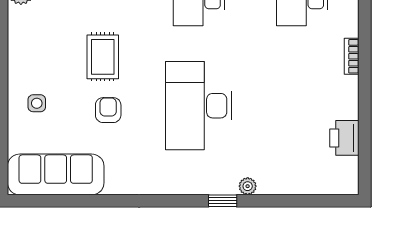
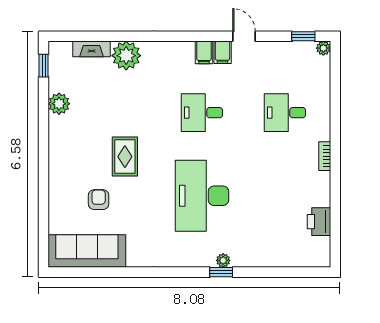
side table: (37, 103) -> (72, 194), removed
armchair: (108, 110) -> (99, 200), moved
plant: (248, 186) -> (223, 260), moved

